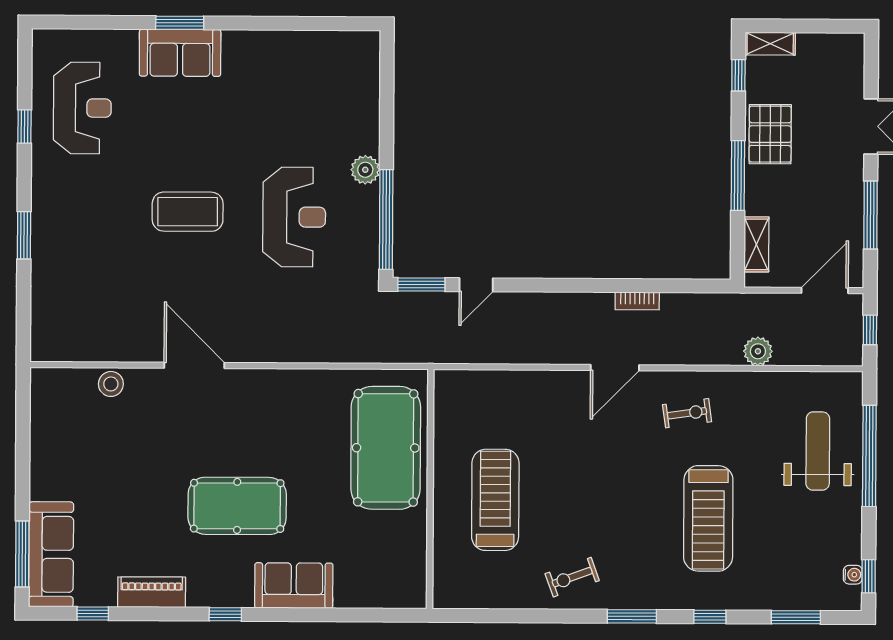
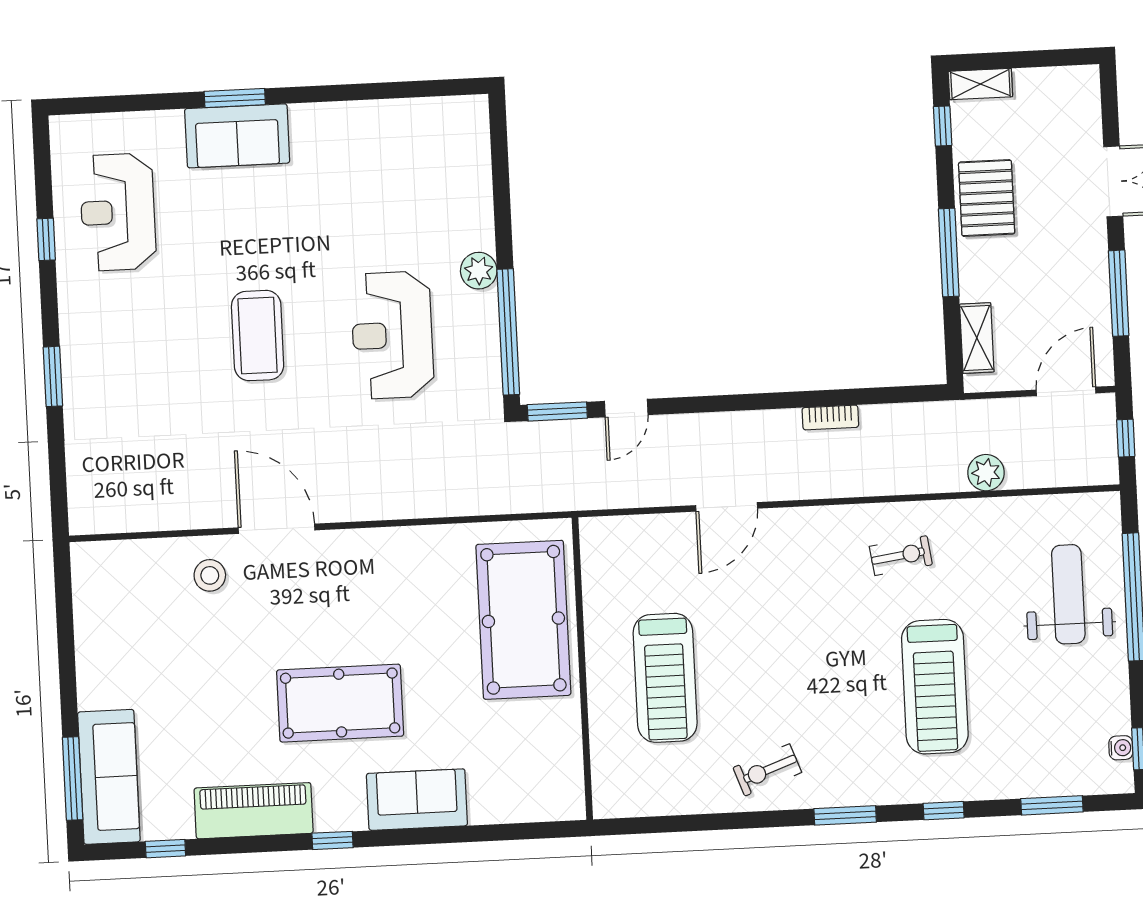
reception desk: (82, 108) -> (118, 212), turned 180
coffee table: (188, 212) -> (258, 336), turned 90
reception desk: (294, 217) -> (392, 335), turned 180
door: (615, 368) -> (727, 507), moved
stool: (111, 384) -> (210, 575), moved
treadmill: (495, 500) -> (665, 678), turned 180
piano: (152, 592) -> (254, 811), width x1.37, depth x1.33

